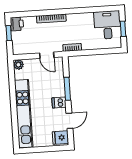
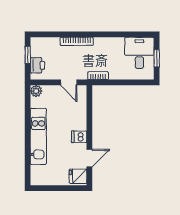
printer: (17, 24) -> (37, 65), moved
window: (67, 89) -> (89, 122), removed
kitchen unit: (24, 114) -> (38, 136), width x0.73

